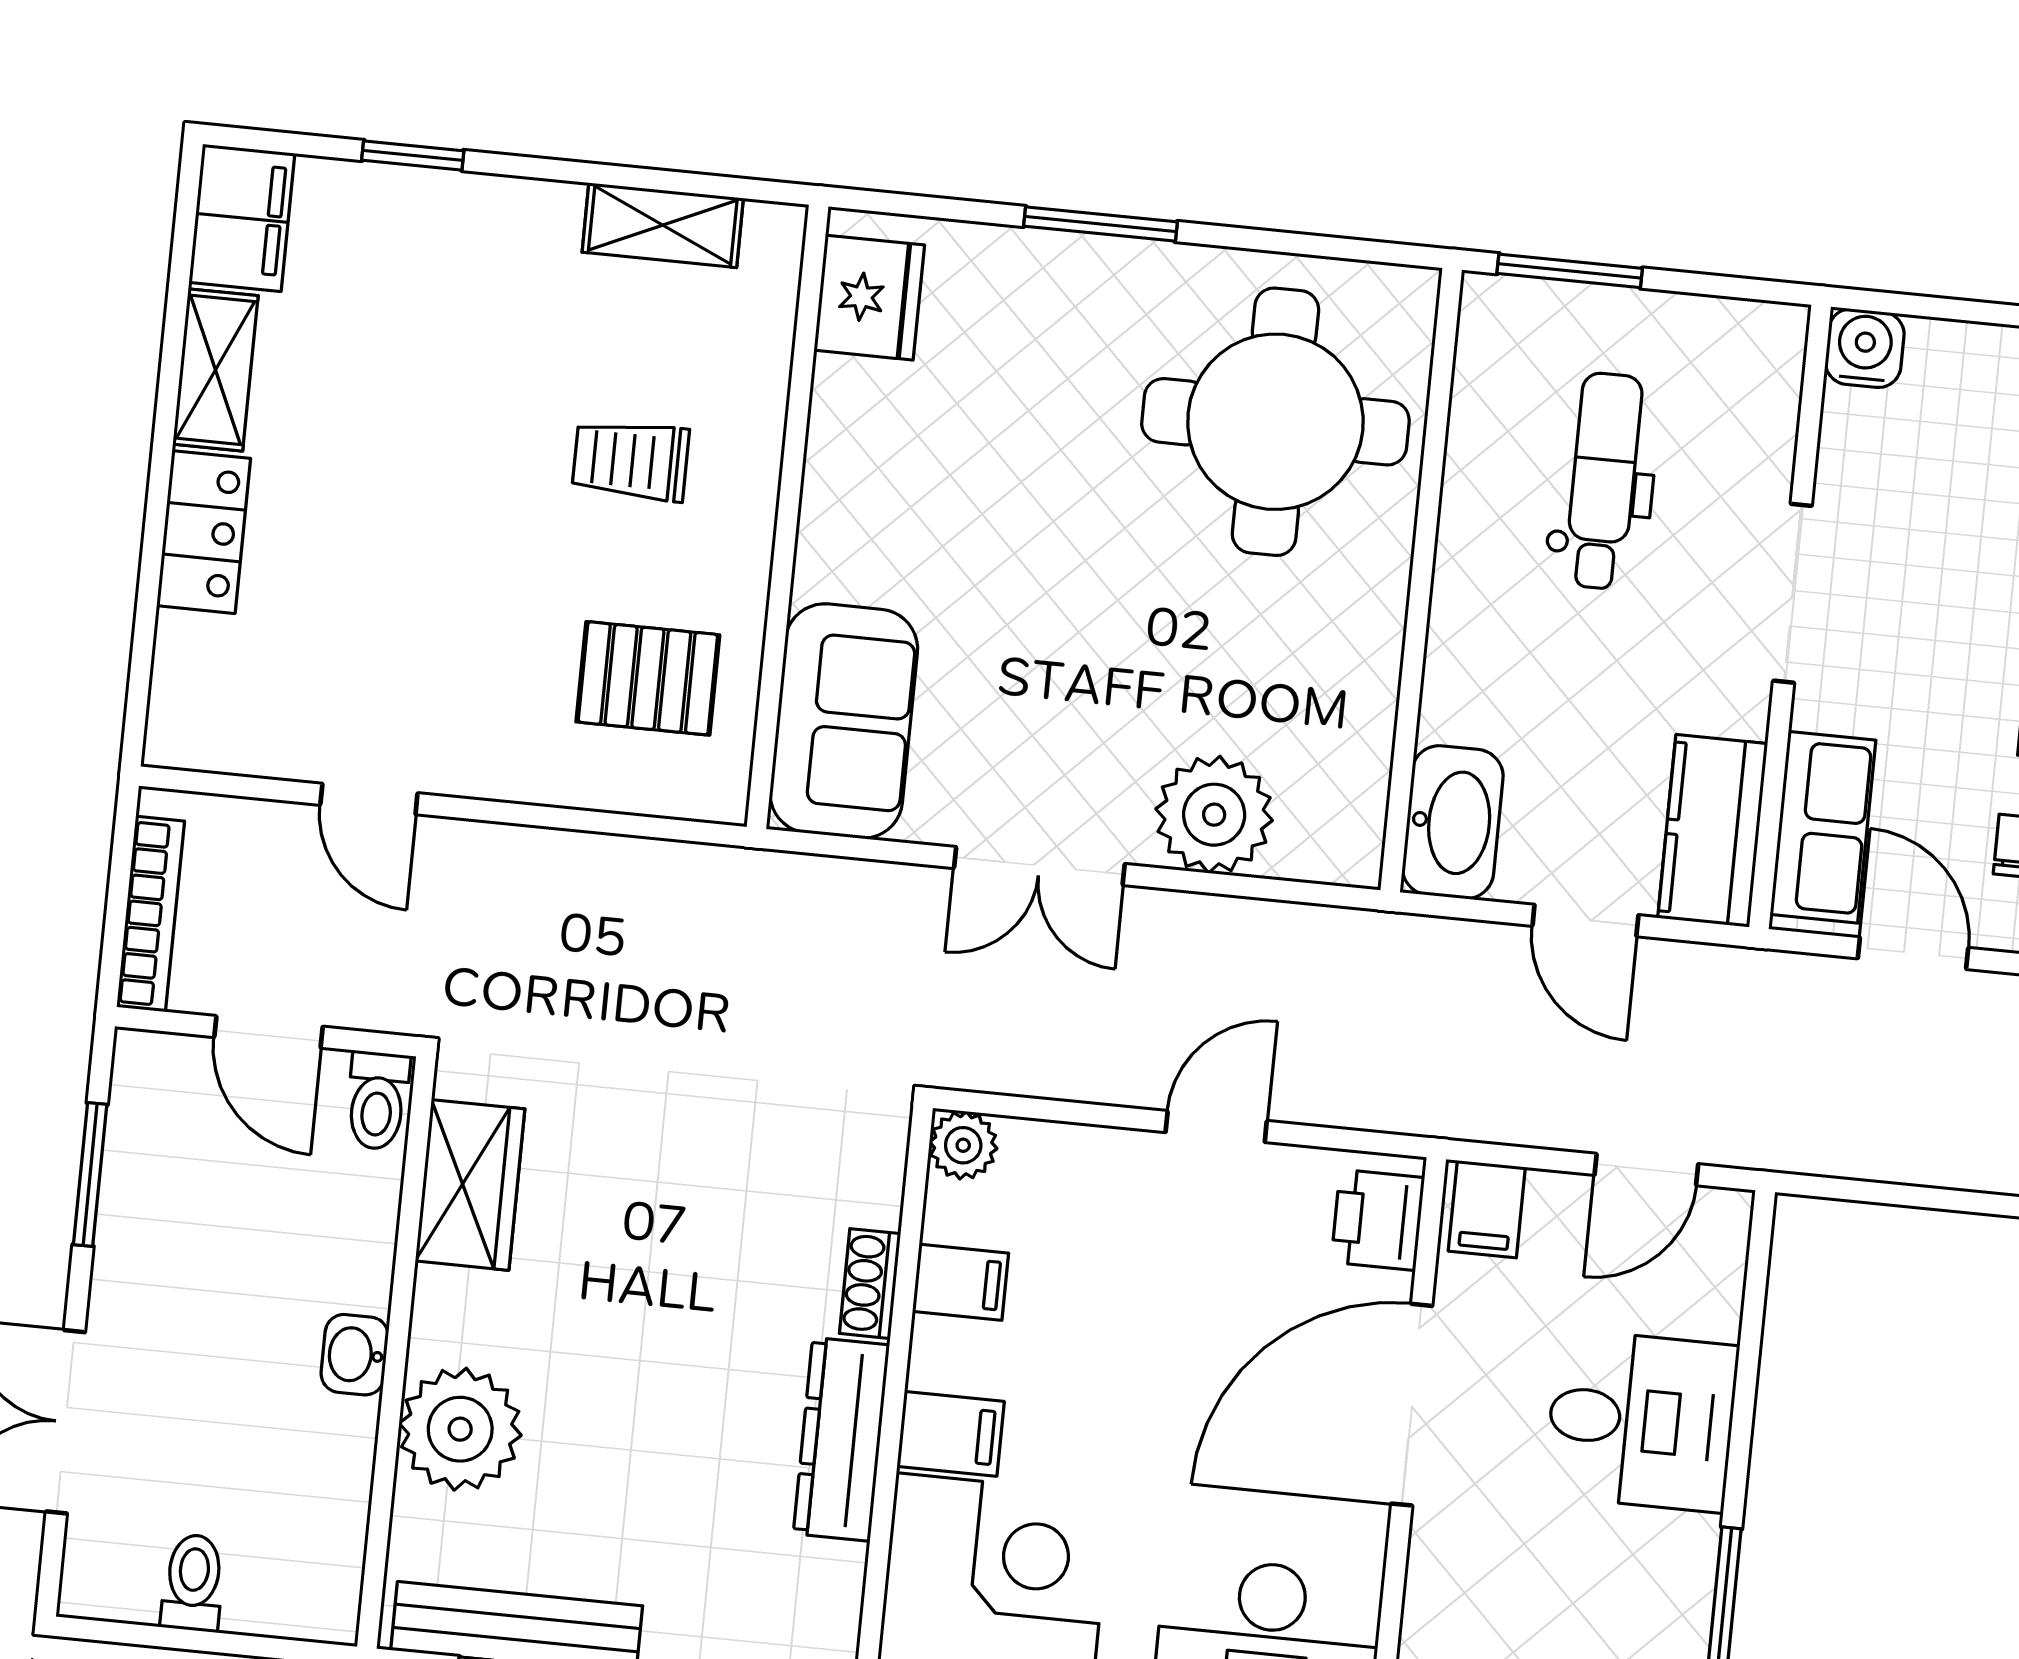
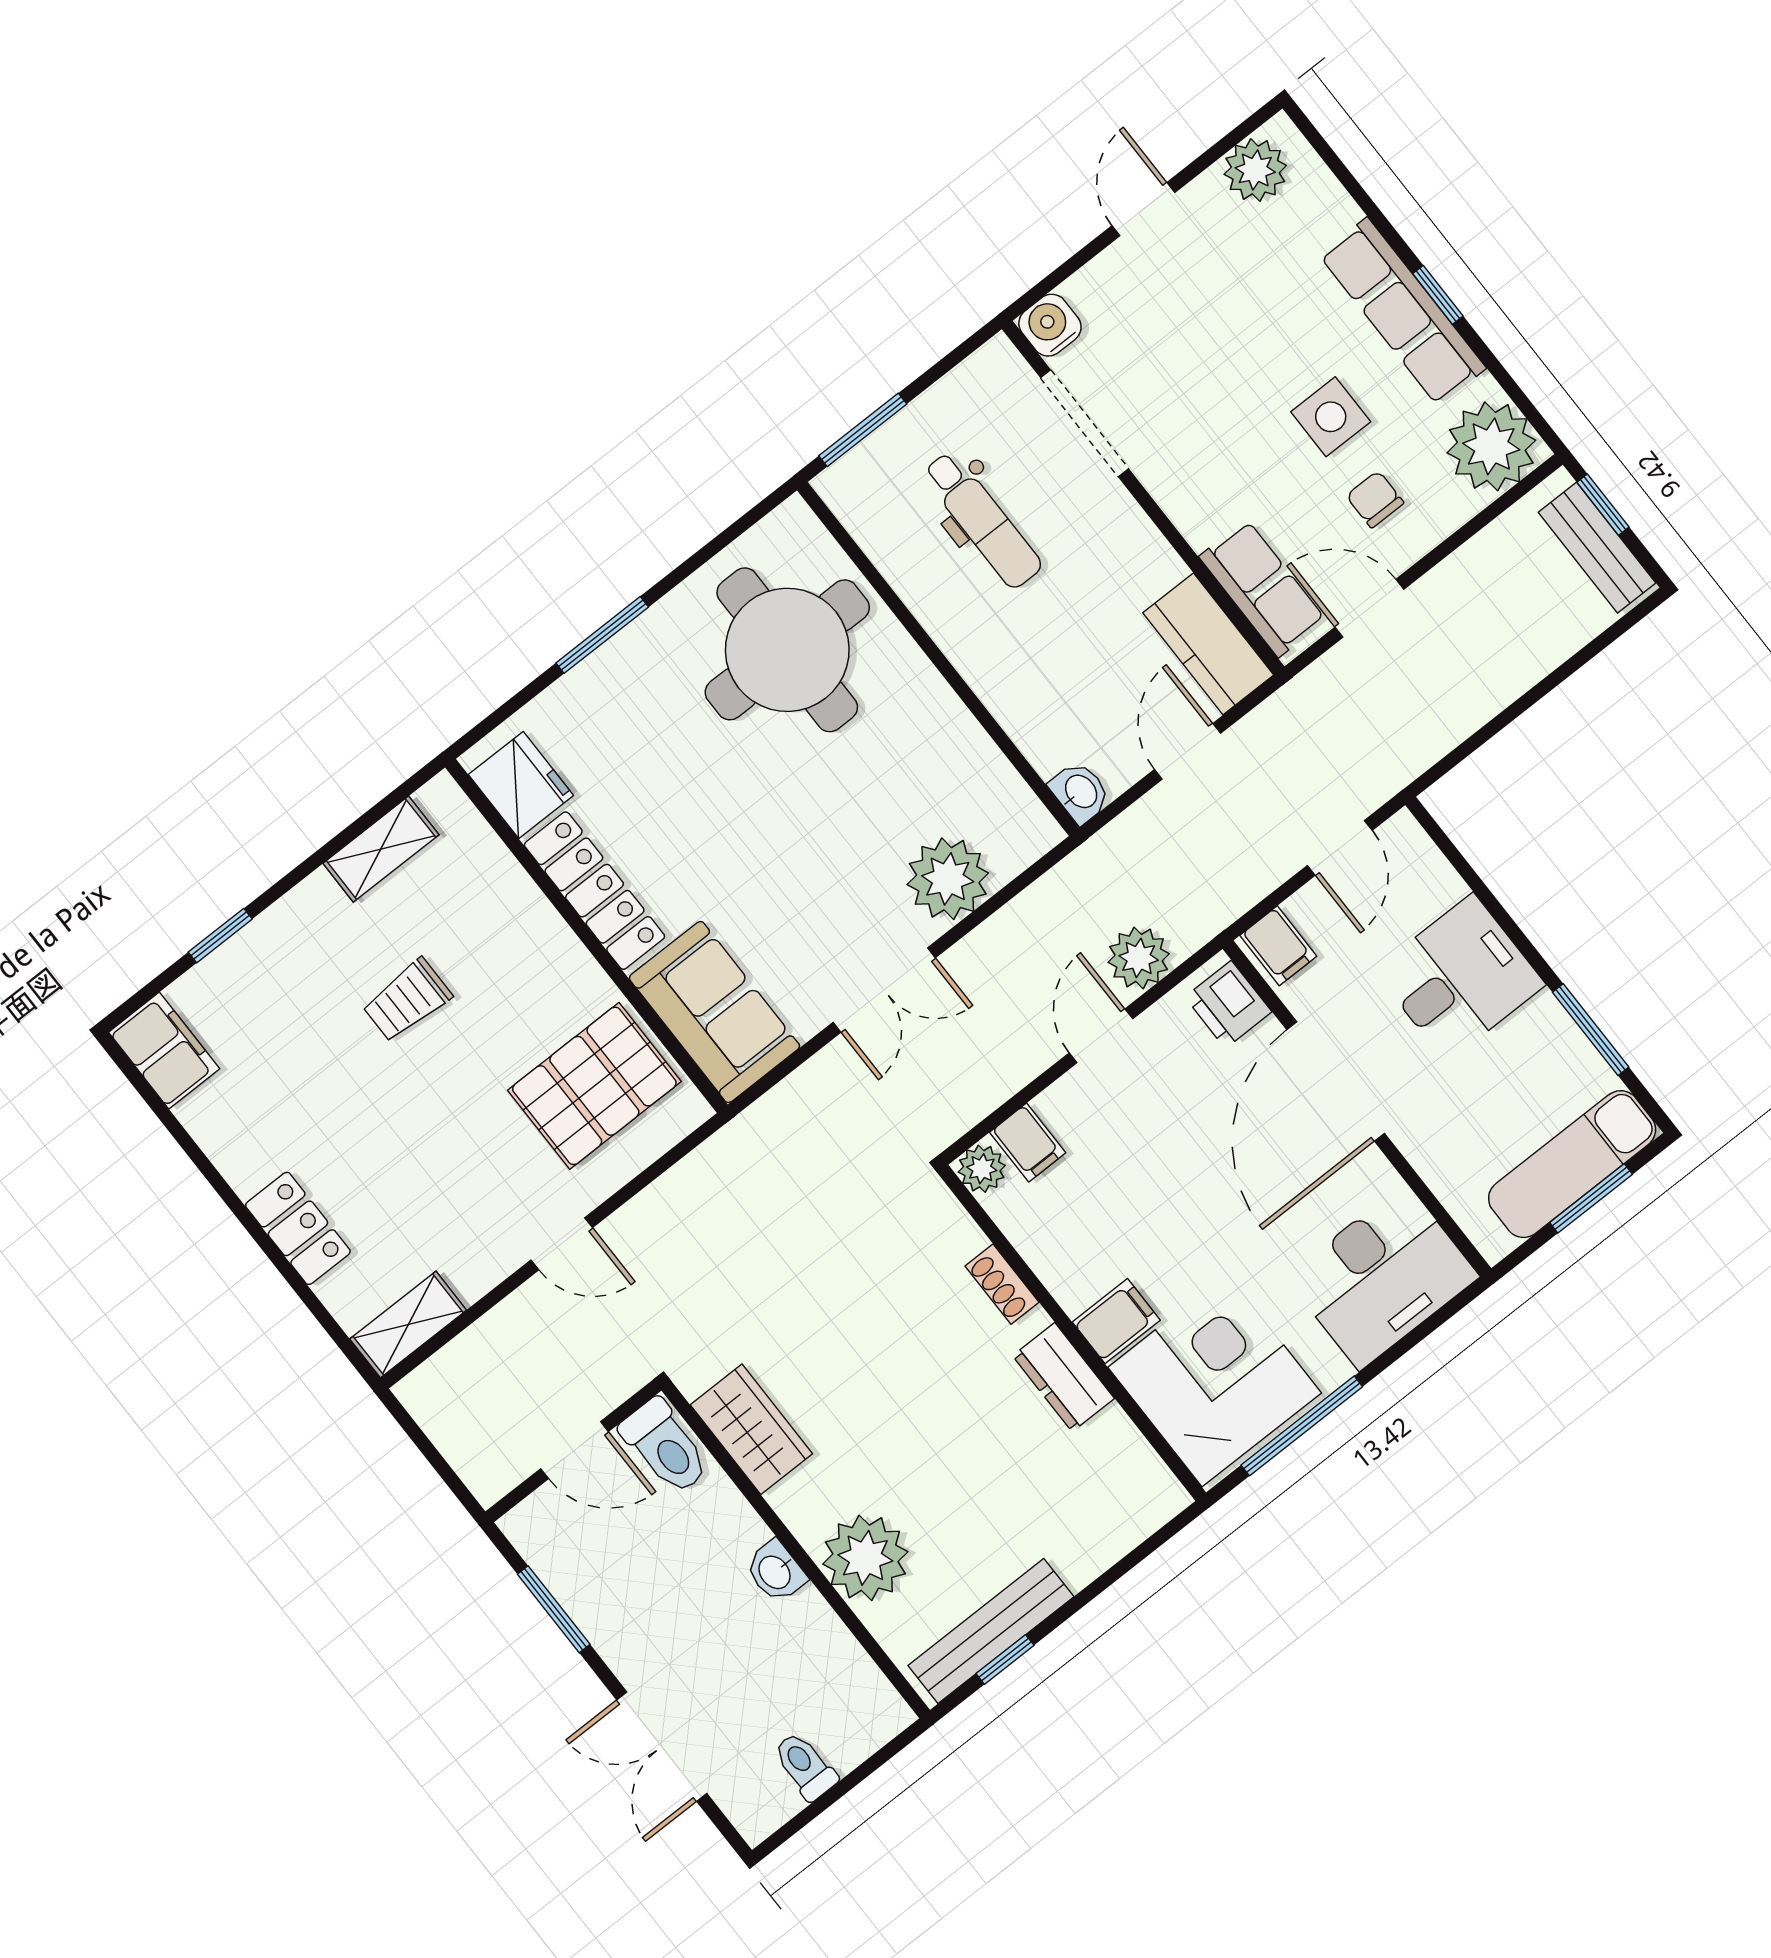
shelving: (215, 370) -> (408, 1325), moved, turned 90
trolley: (631, 460) -> (407, 1000), moved
locker: (841, 478) -> (594, 891), added
dental chair: (1603, 481) -> (982, 520), turned 180
doorway: (1792, 593) -> (1085, 423), moved
pallet: (648, 678) -> (594, 1086), width x1.50, depth x1.42
door: (369, 799) -> (562, 1244), moved
washbasin: (1453, 822) -> (1080, 792), width x0.52, depth x0.69
bookcase: (151, 914) -> (457, 1448), removed
door: (1585, 920) -> (1187, 751), swing flipped
plant: (1332, 1084) -> (1139, 958), added
toilet: (377, 1101) -> (665, 1447), width x1.37, depth x1.39
filing cabinet: (961, 1282) -> (1028, 1143), moved, turned 90
dresser: (841, 1439) -> (1063, 1377), width x0.70

